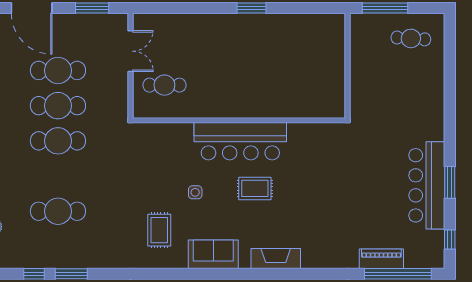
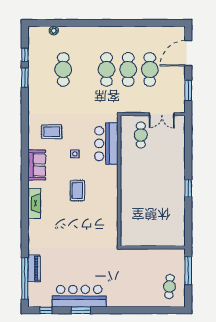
bar counter: (240, 141) -> (106, 143), moved, width x0.73

